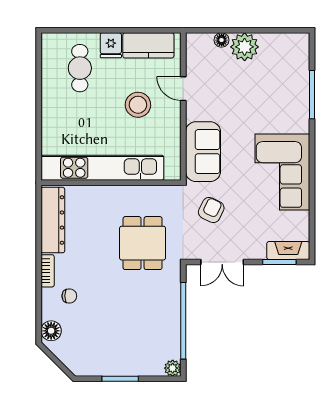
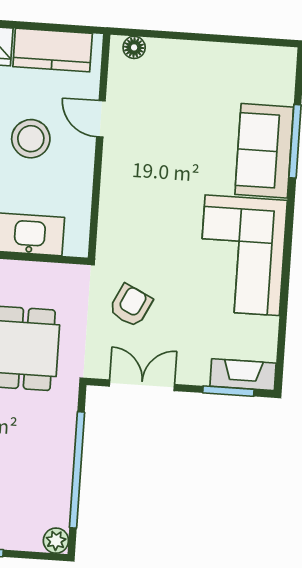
floor lamp: (222, 40) -> (134, 47), moved
plant: (245, 47) -> (198, 62), removed
sofa: (203, 152) -> (264, 151), moved, turned 180
double door: (222, 262) -> (142, 385), swing flipped

